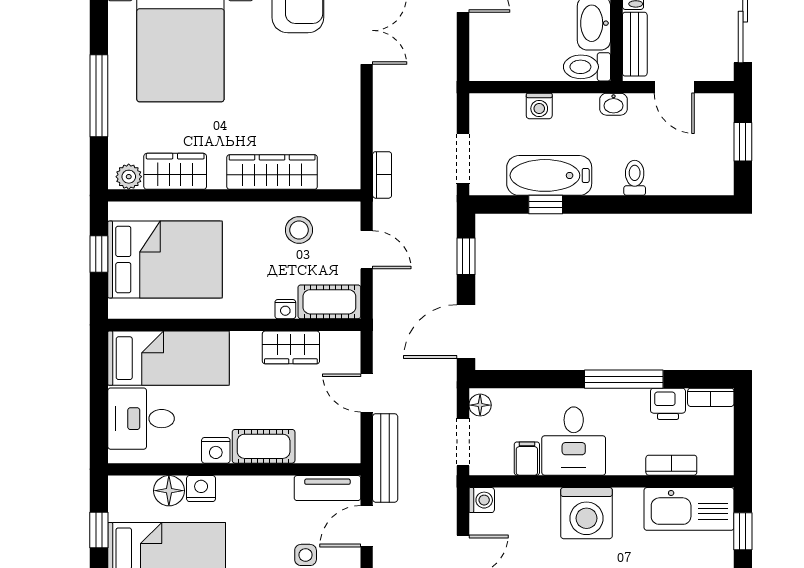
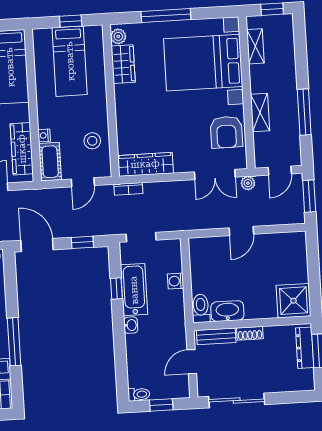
washbasin: (614, 104) -> (131, 325), moved, turned 180
wardrobe: (272, 172) -> (145, 164), moved, turned -90
toilet: (635, 178) -> (139, 394), moved
bed: (165, 260) -> (70, 61), width x0.67
wardrobe: (291, 347) -> (22, 149), width x1.50

